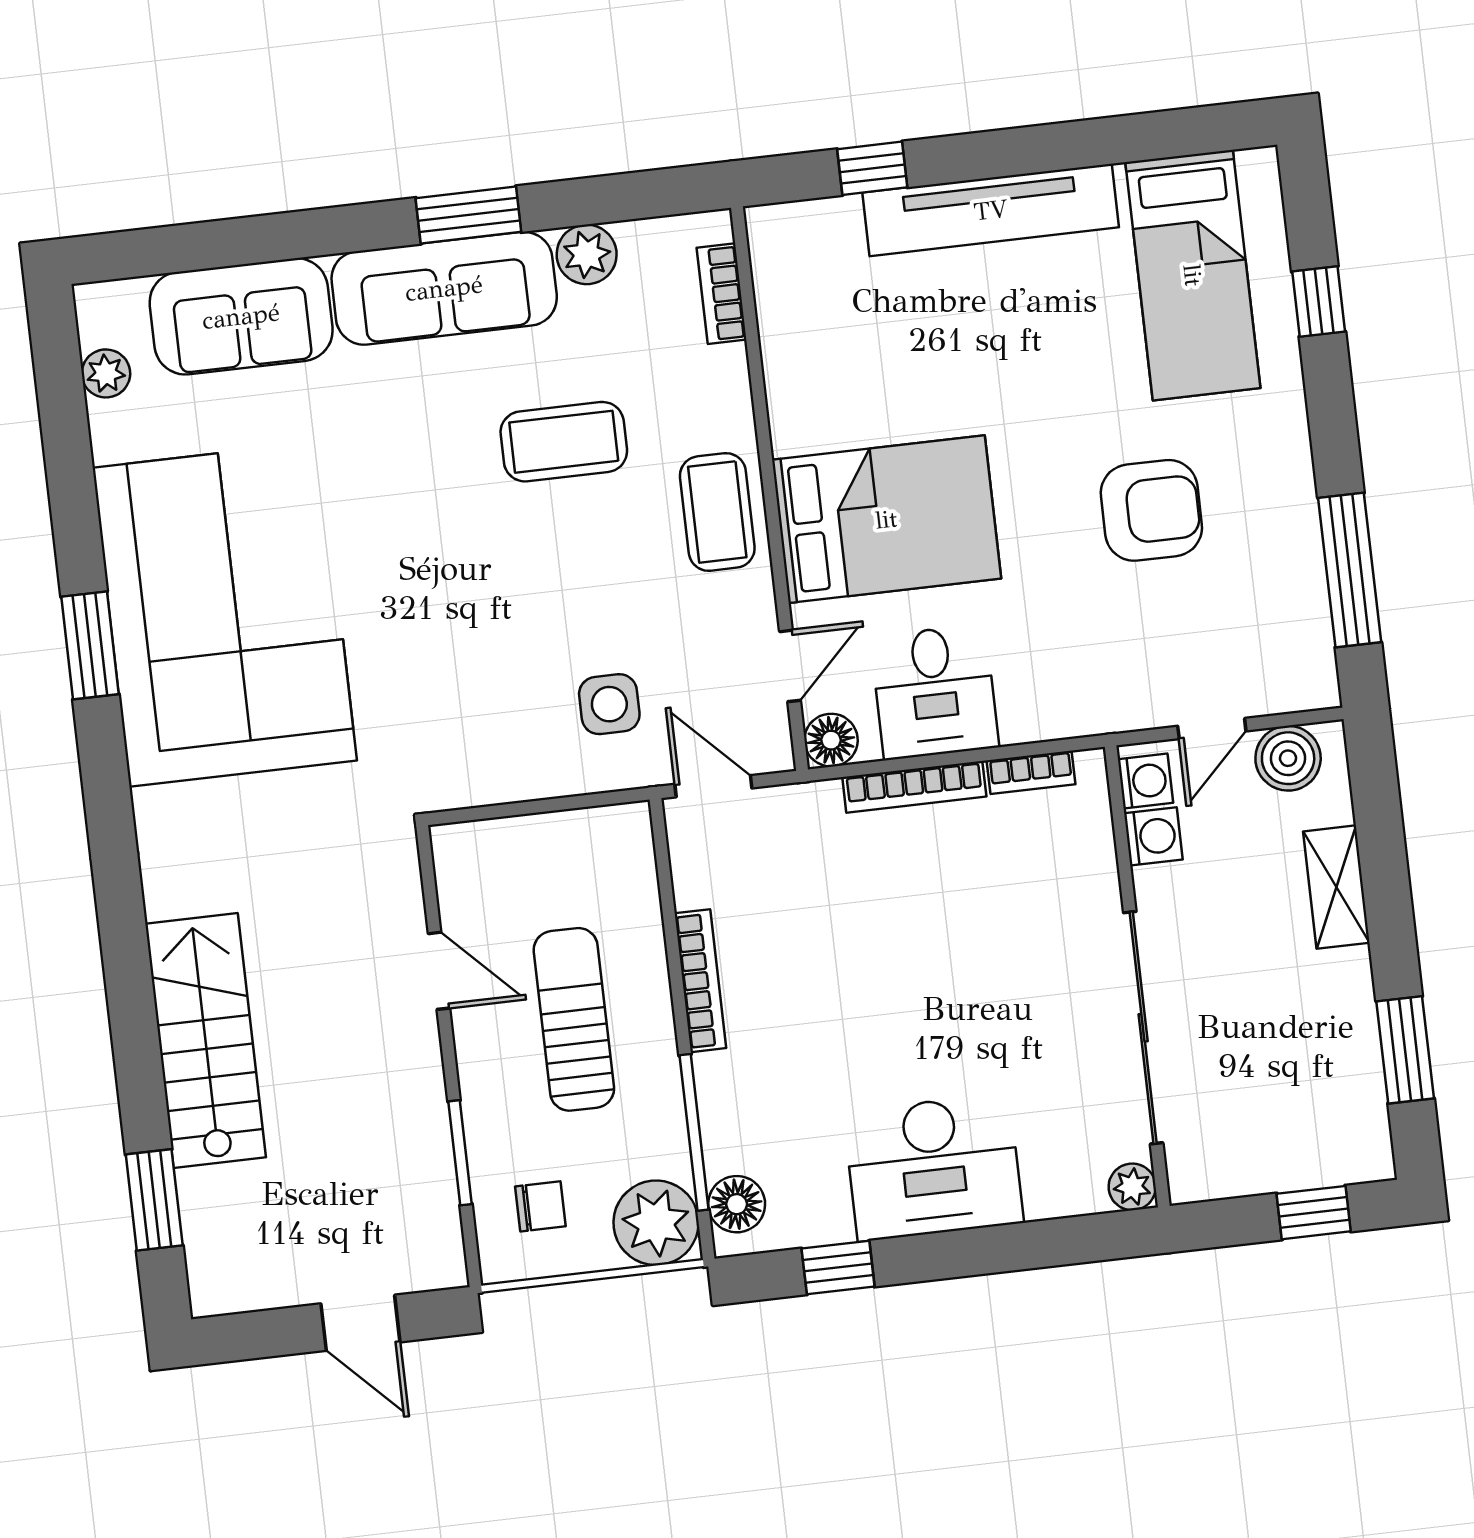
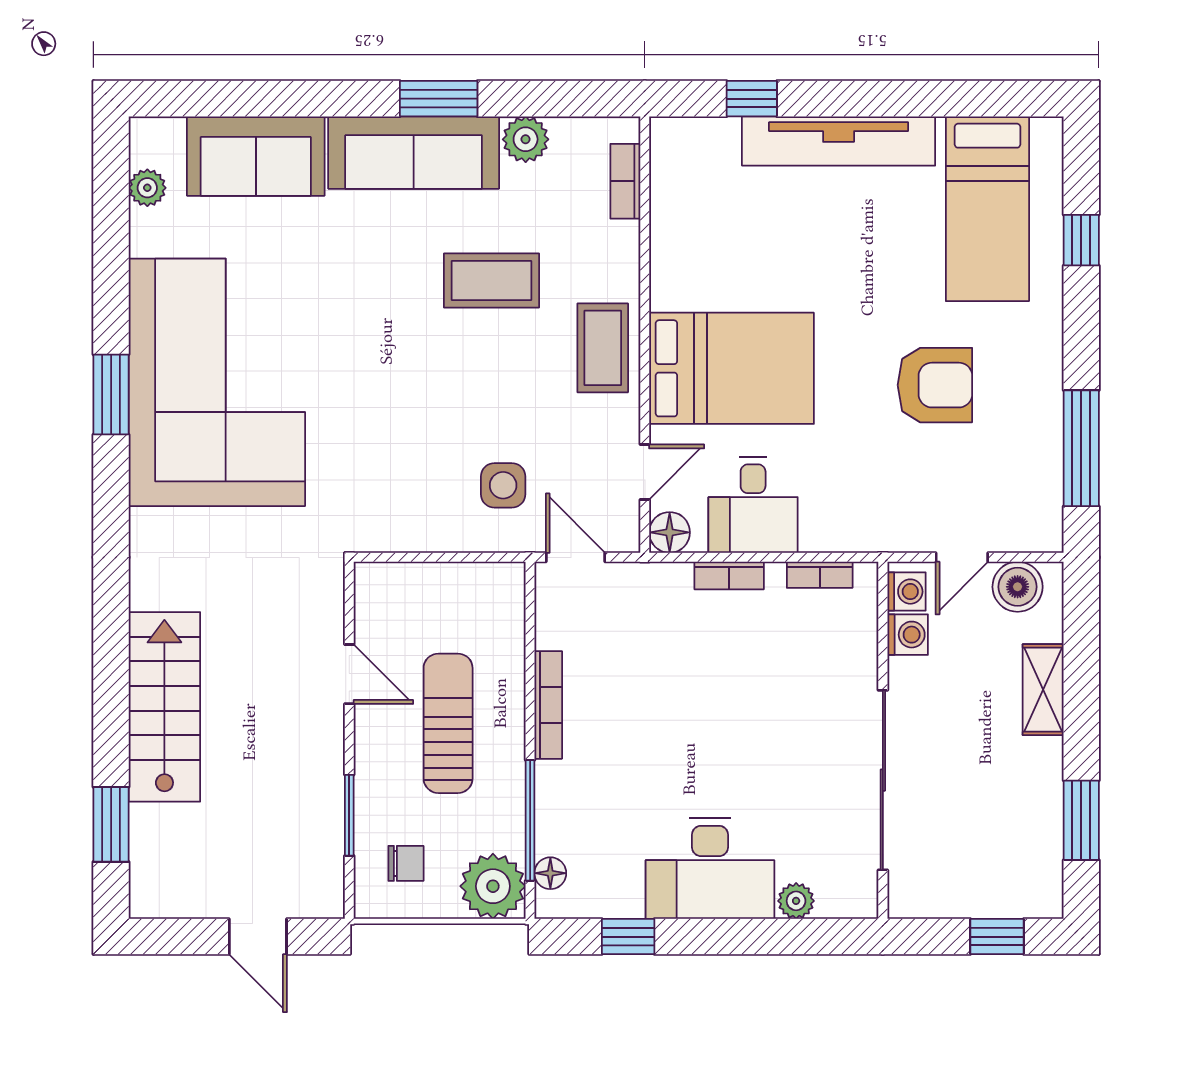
bookcase: (914, 787) -> (729, 576), width x0.64
plant: (1132, 1187) -> (796, 901), moved
floor lamp: (737, 1204) -> (550, 873), width x0.73, depth x0.73

